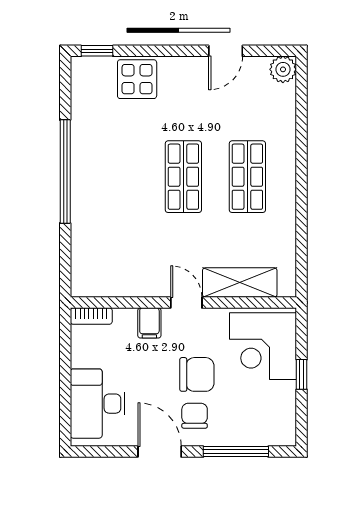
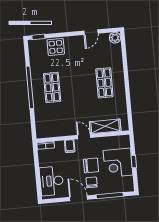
shop shelf: (183, 177) -> (52, 87), moved
corner desk: (263, 346) -> (118, 163), moved

